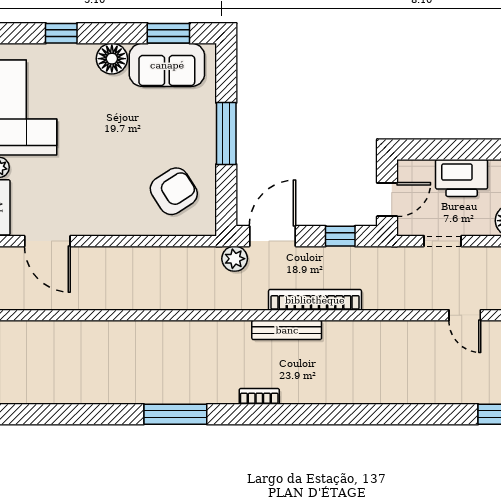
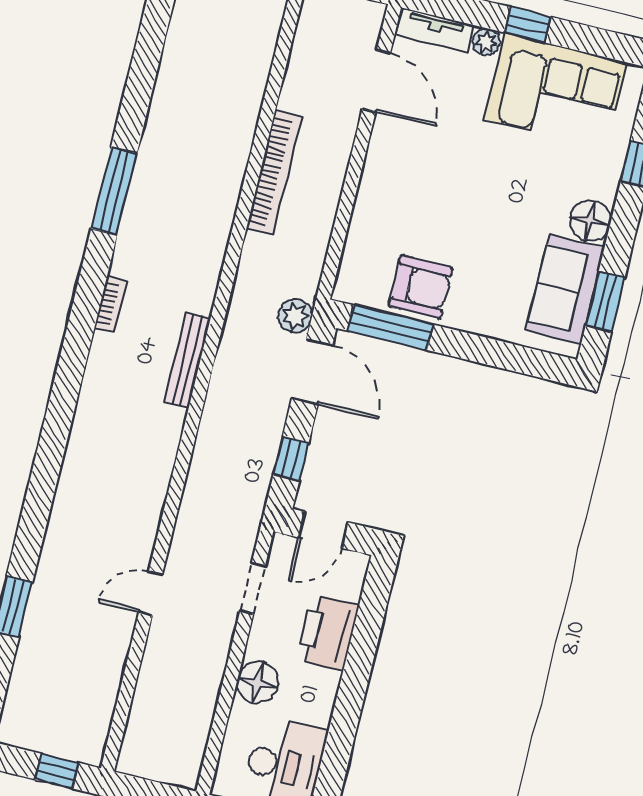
window: (226, 134) -> (390, 328), moved
armchair: (174, 191) -> (421, 287), moved, turned -57
door: (387, 200) -> (323, 530), hinge flipped
door: (47, 241) -> (376, 81), swing flipped
bookcase: (315, 300) -> (274, 172), moved

